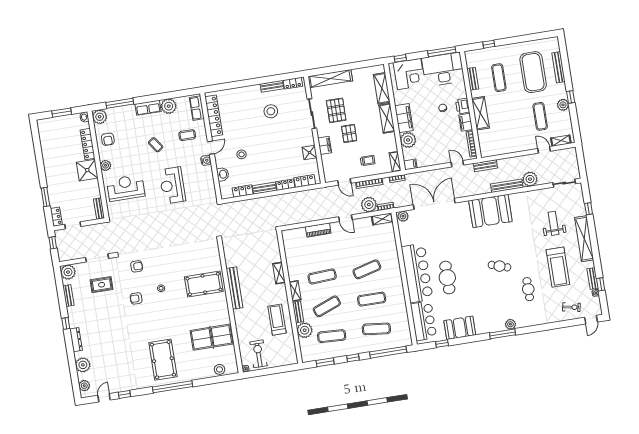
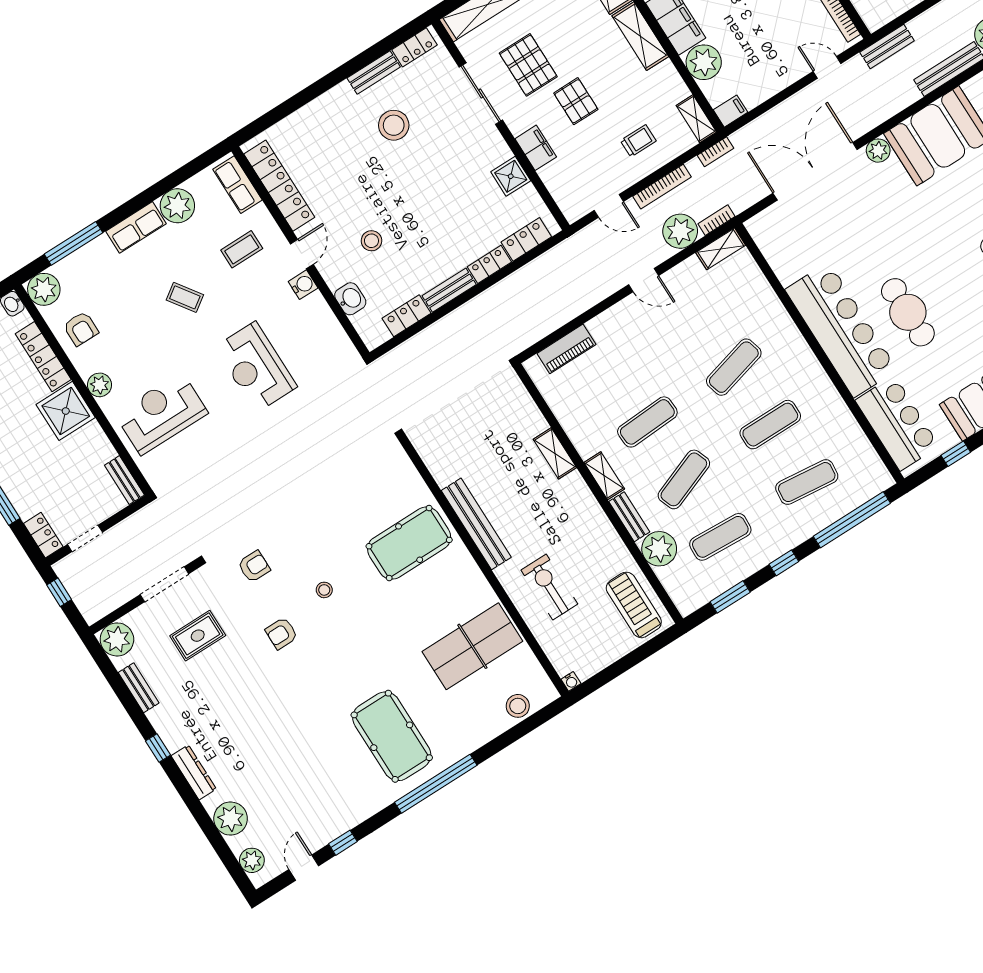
plant: (403, 216) -> (878, 151), moved
piano: (318, 230) -> (566, 349), moved
treadmill: (277, 320) -> (634, 605), moved
exercise bike: (258, 354) -> (549, 587), moved

